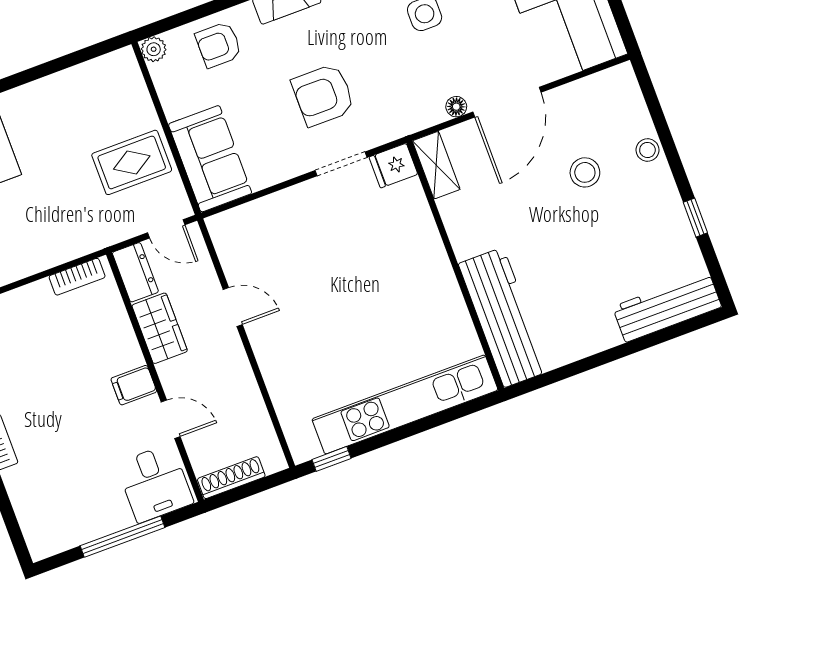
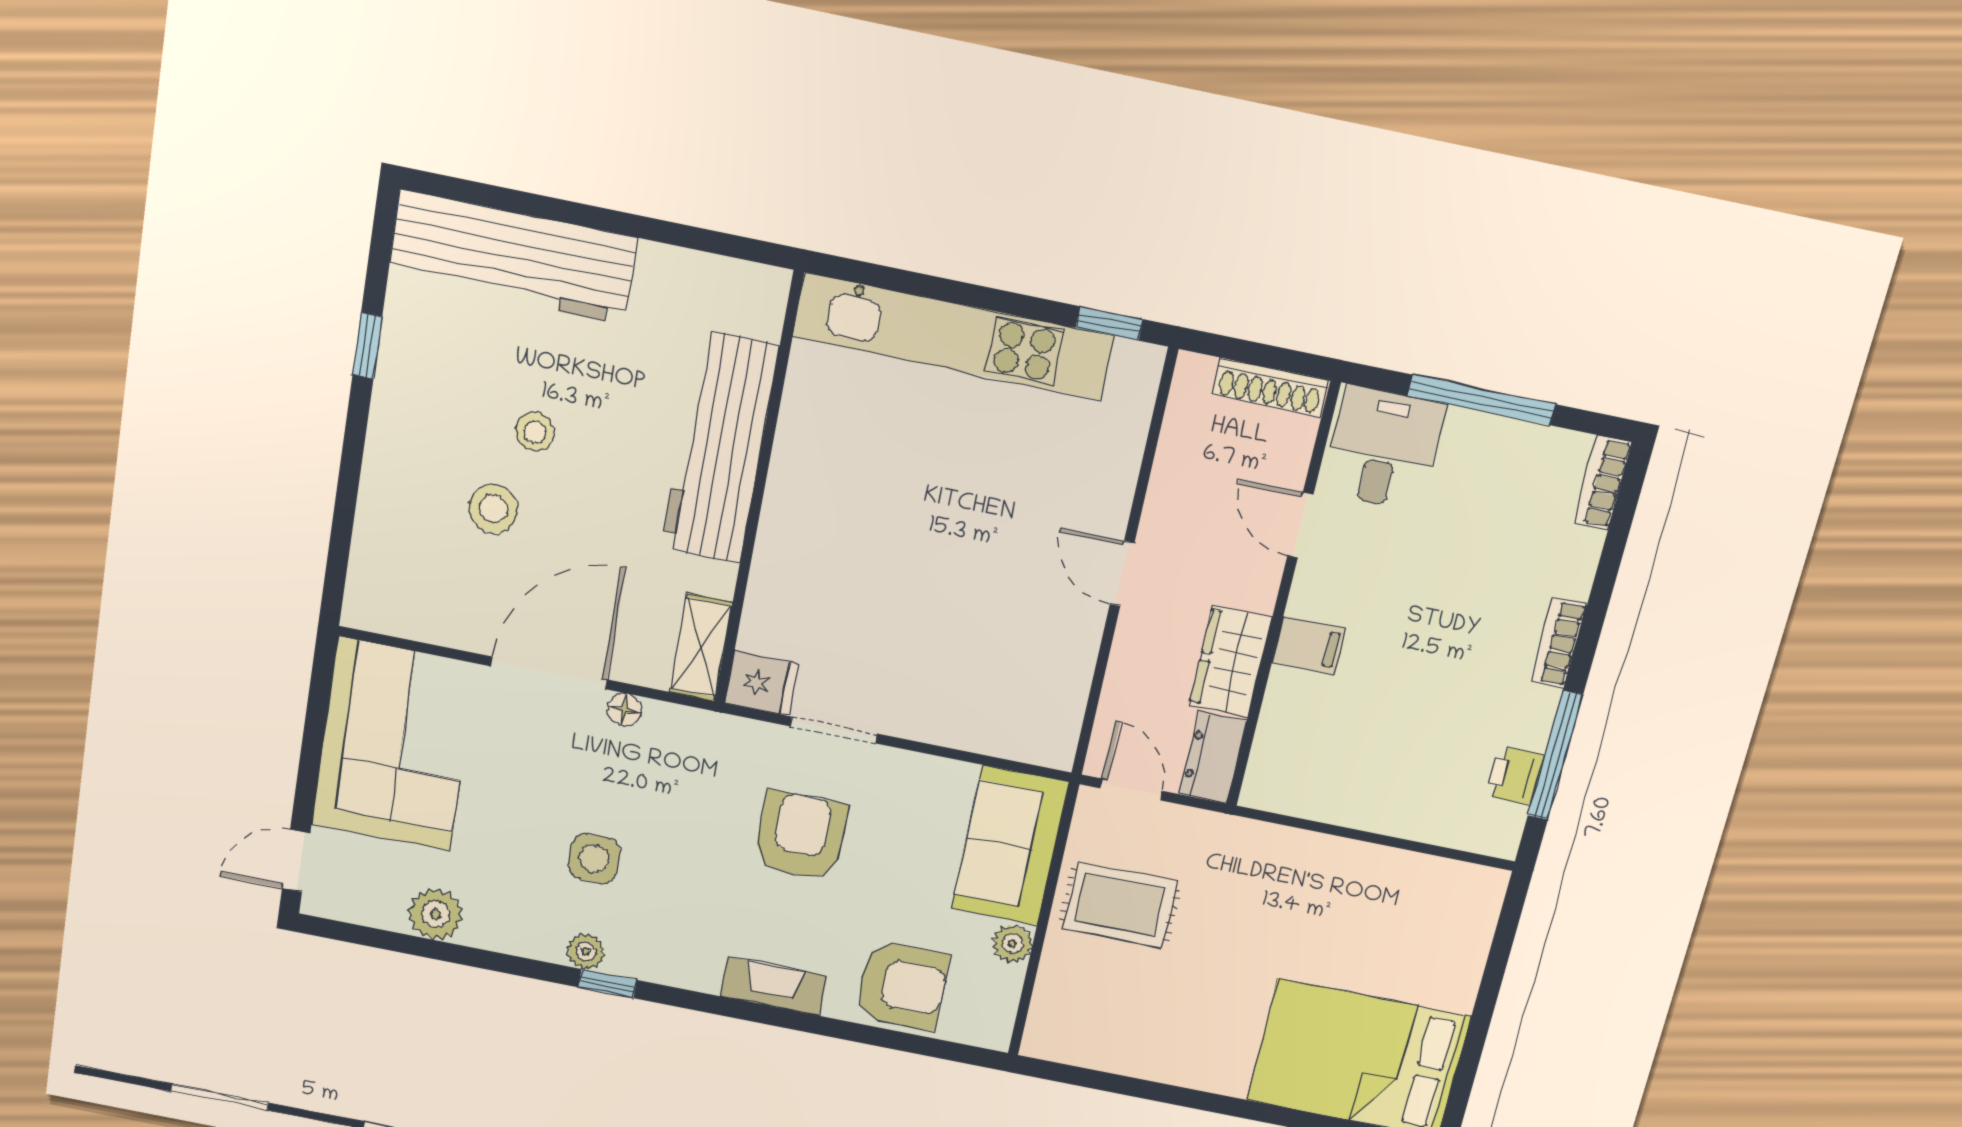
armchair: (218, 45) -> (902, 985), width x1.38, depth x1.38
plant: (154, 49) -> (1012, 943), moved
armchair: (323, 95) -> (801, 836), turned -90
stool: (647, 150) -> (535, 432), moved
bookcase: (77, 277) -> (1603, 483), moved, turned -90
door: (233, 307) -> (1122, 574), moved
workbench: (667, 307) -> (512, 257), width x1.36, depth x1.32
workbench: (504, 317) -> (720, 448), moved
filing cabinet: (134, 385) -> (1309, 645), moved

